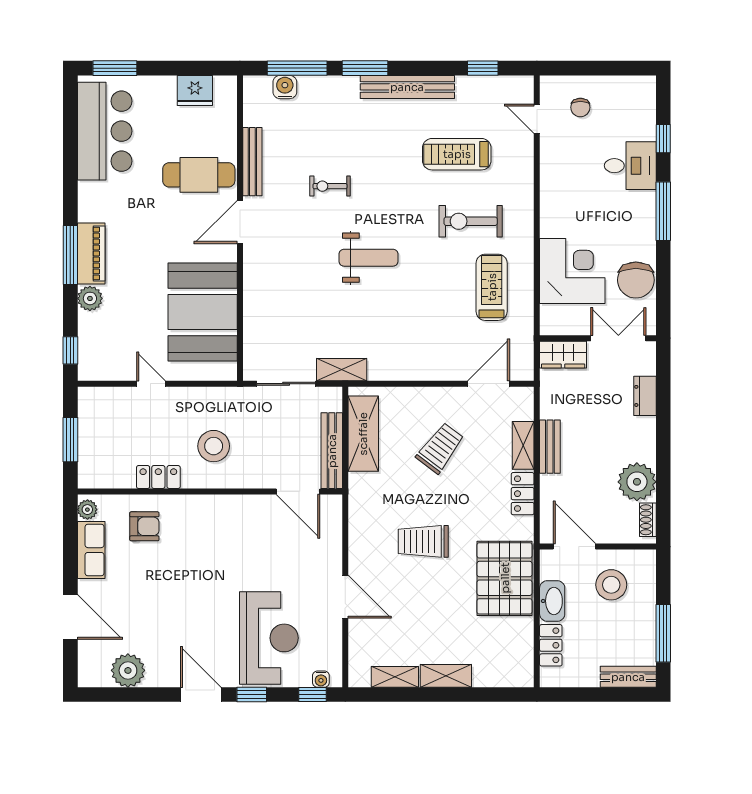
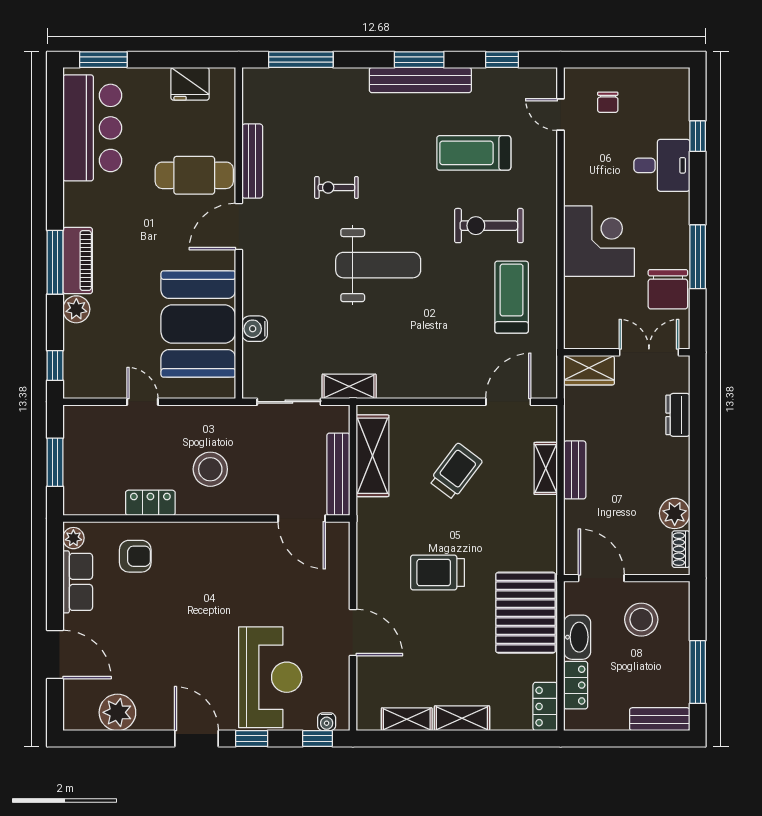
window: (365, 68) -> (419, 60), moved
water cooler: (285, 87) -> (255, 329), moved, turned -90
window: (663, 211) -> (698, 257), moved
weight bench: (368, 258) -> (378, 265), width x1.36, depth x1.33
corner desk: (572, 271) -> (599, 241), moved
plant: (637, 482) -> (675, 513), width x0.73, depth x0.73
locker: (523, 494) -> (545, 707), moved

